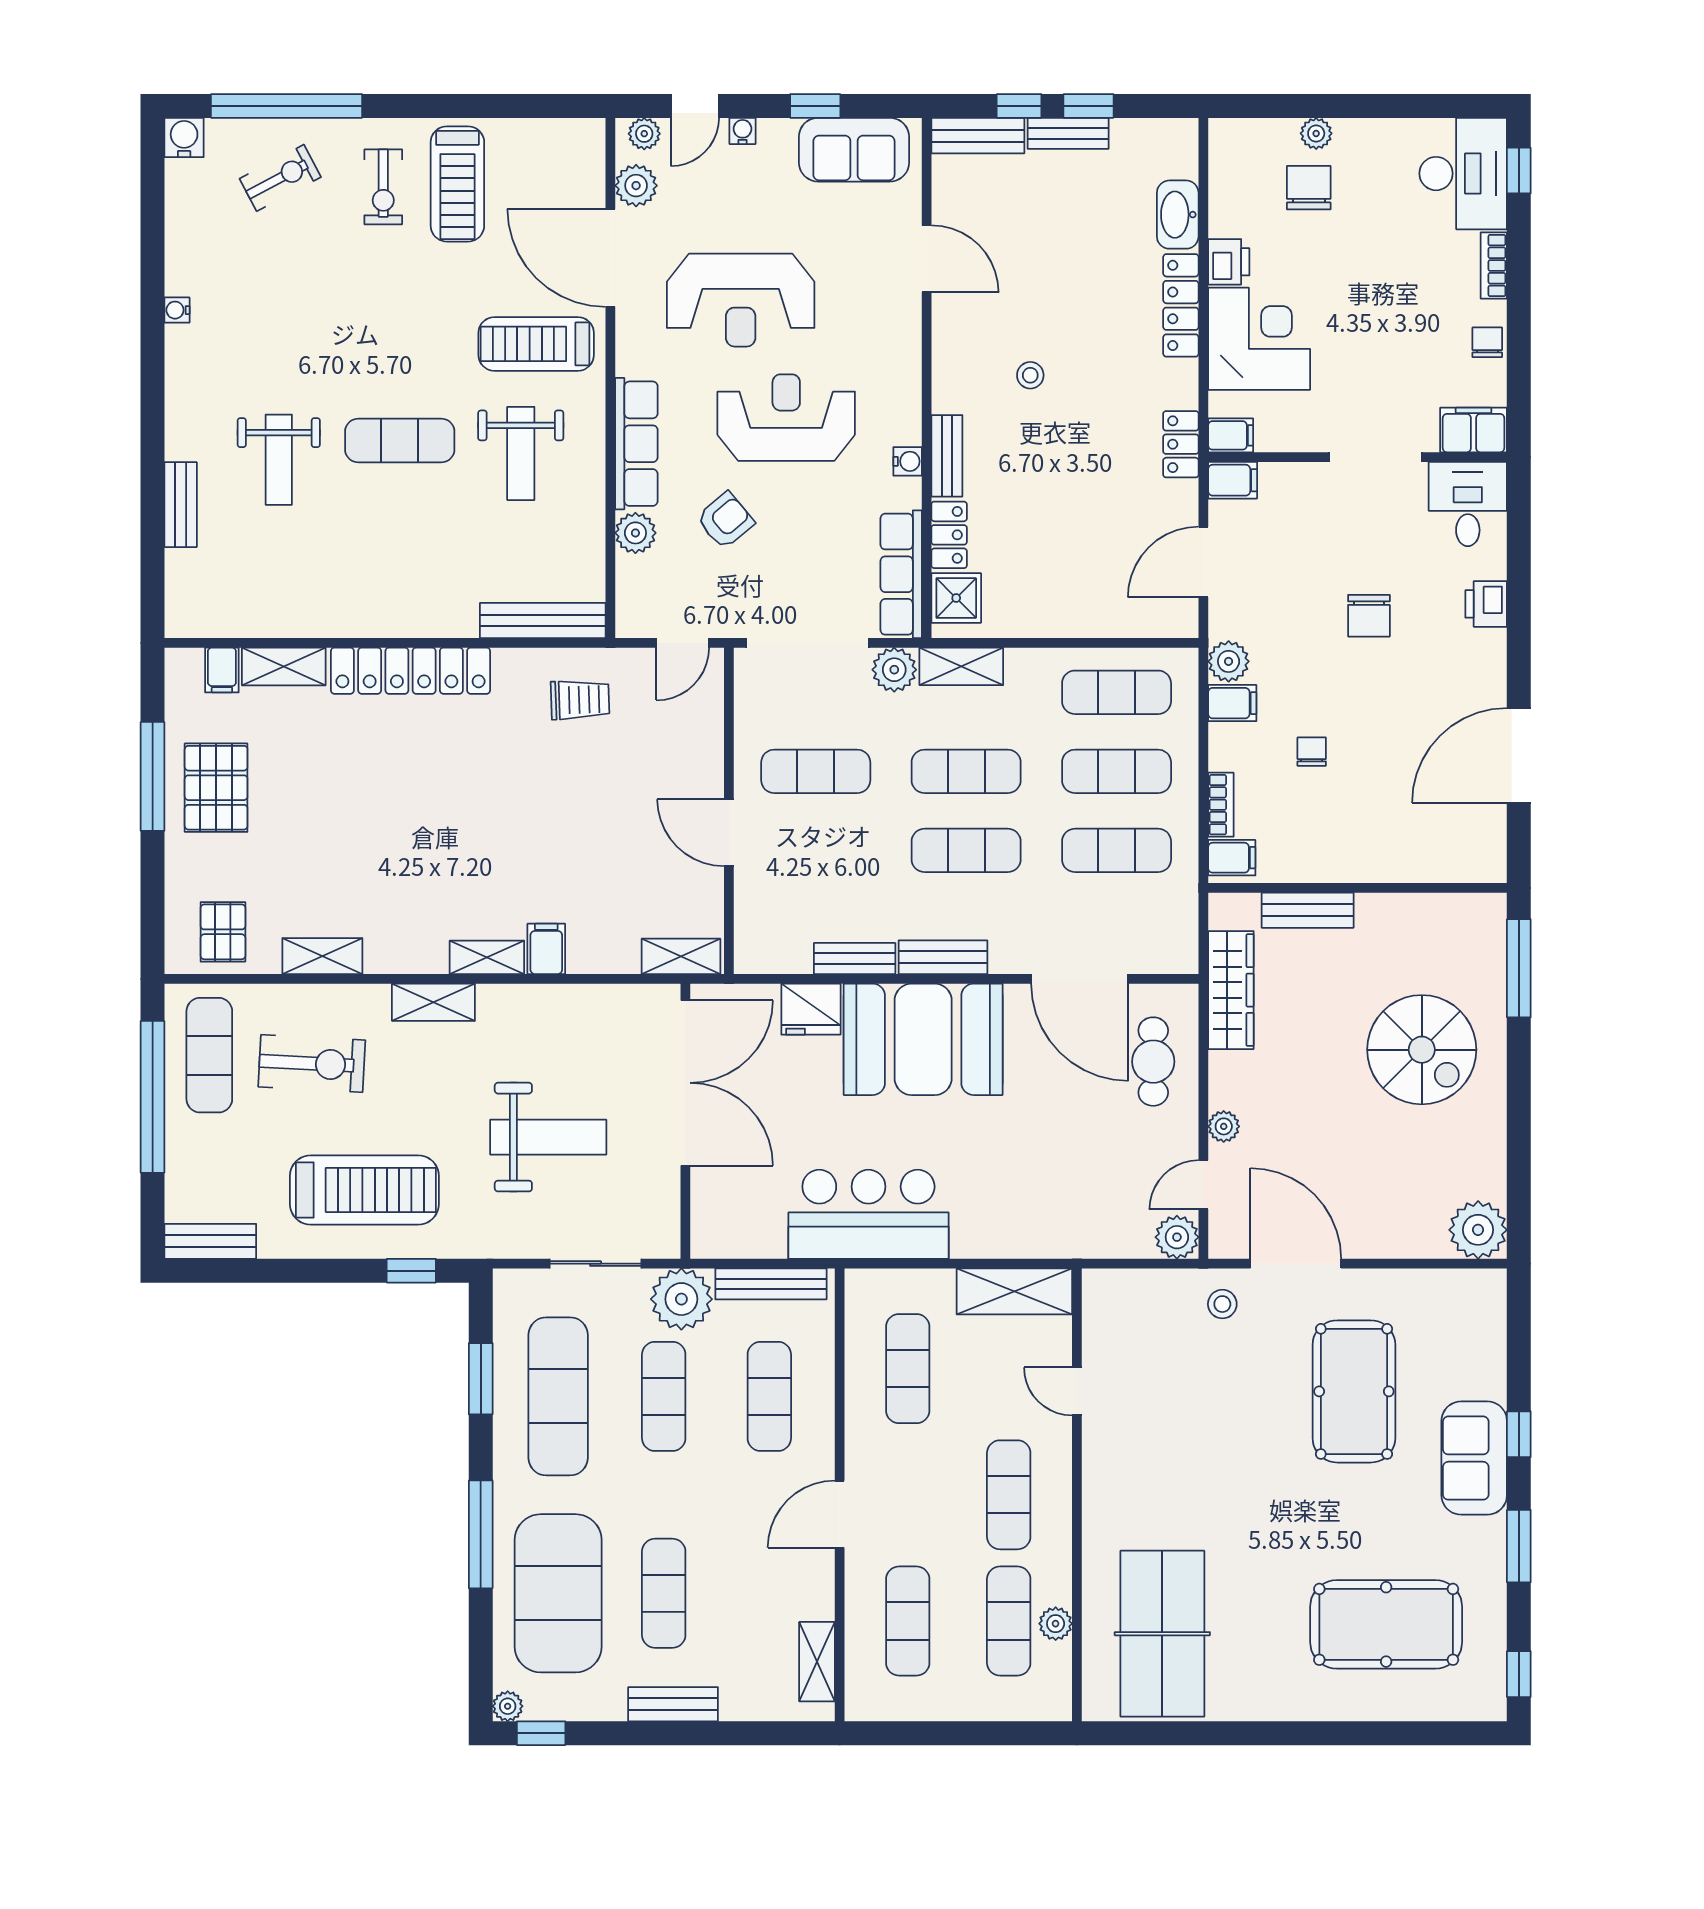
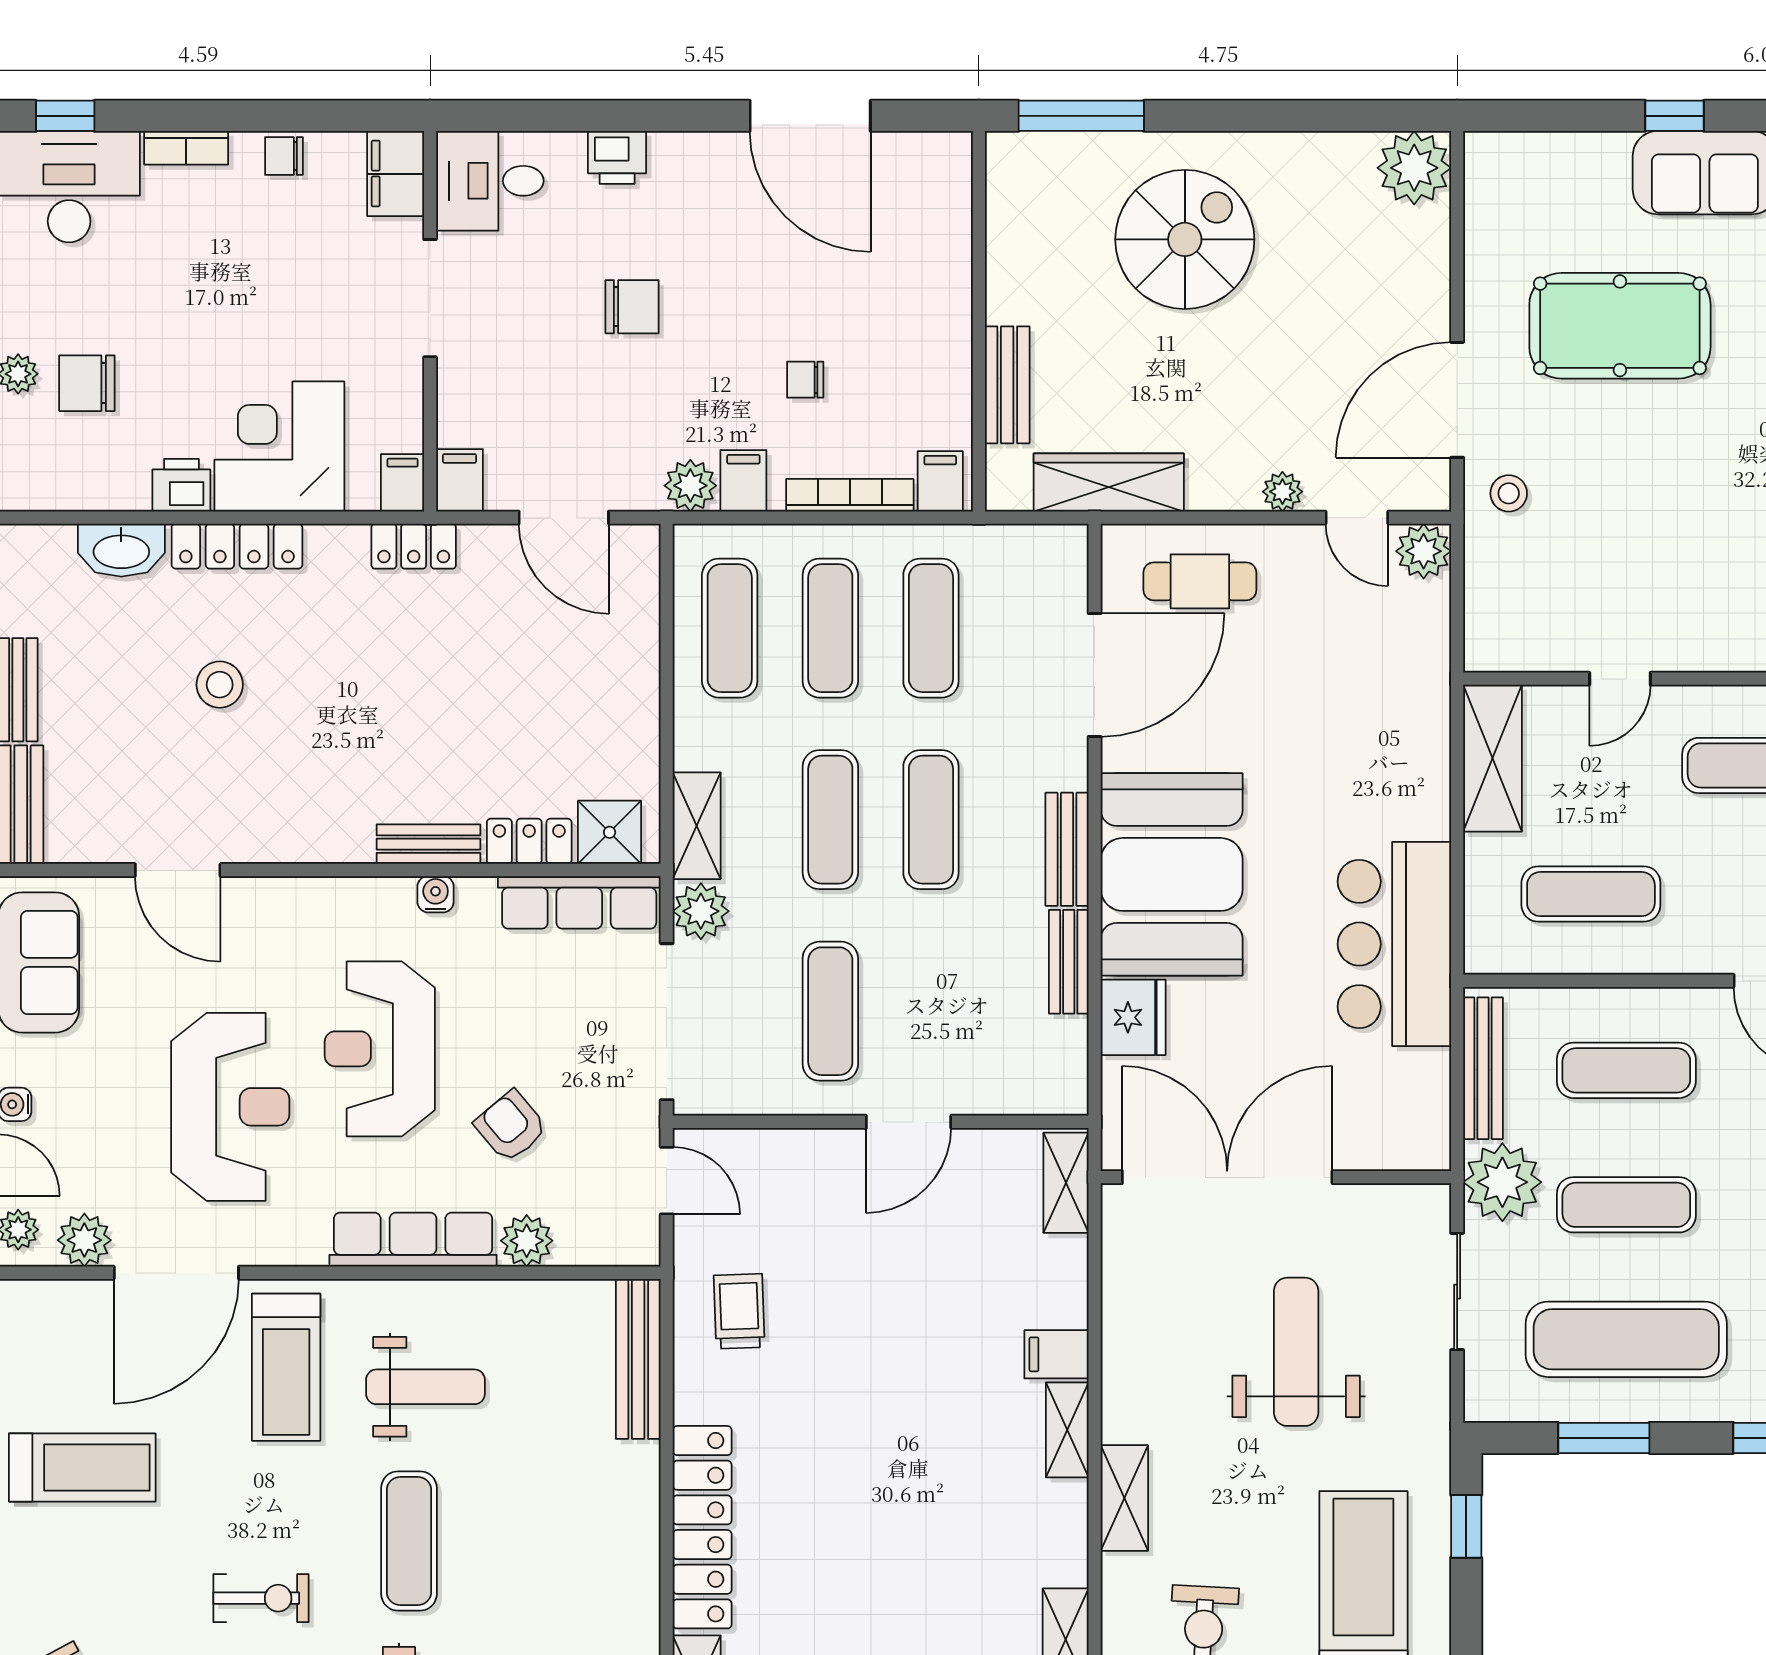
exercise bike: (383, 187) -> (261, 1598), moved
door: (927, 259) -> (178, 870), swing flipped
stool: (1030, 375) -> (220, 685), moved, width x1.37, depth x1.37
bookcase: (1221, 805) -> (850, 495), width x1.56

